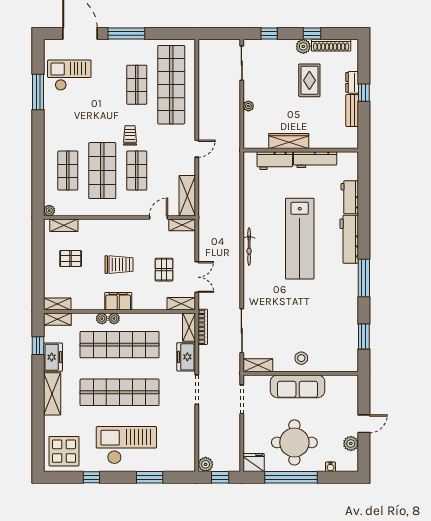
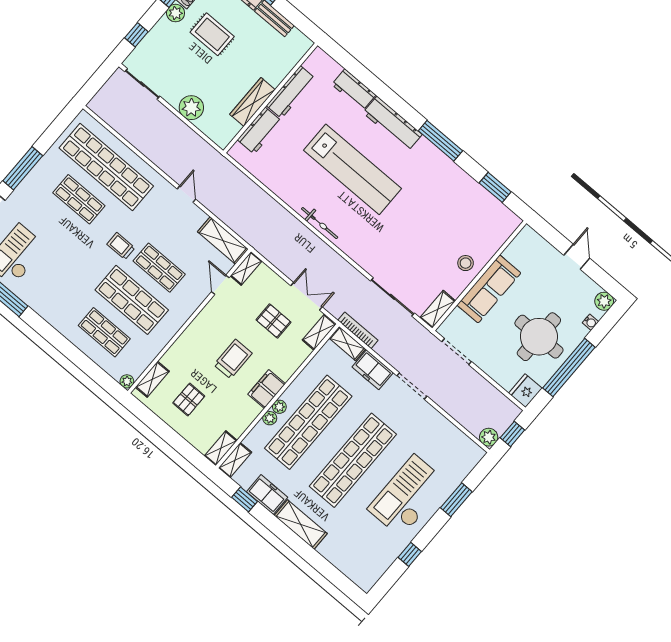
plant: (248, 106) -> (191, 108), width x1.88, depth x1.88
plant: (351, 444) -> (604, 301), moved
display table: (64, 451) -> (364, 559), removed

